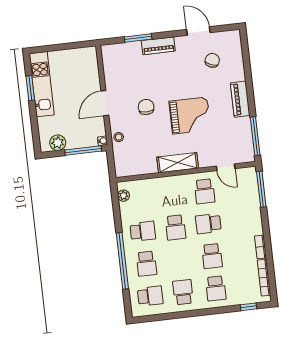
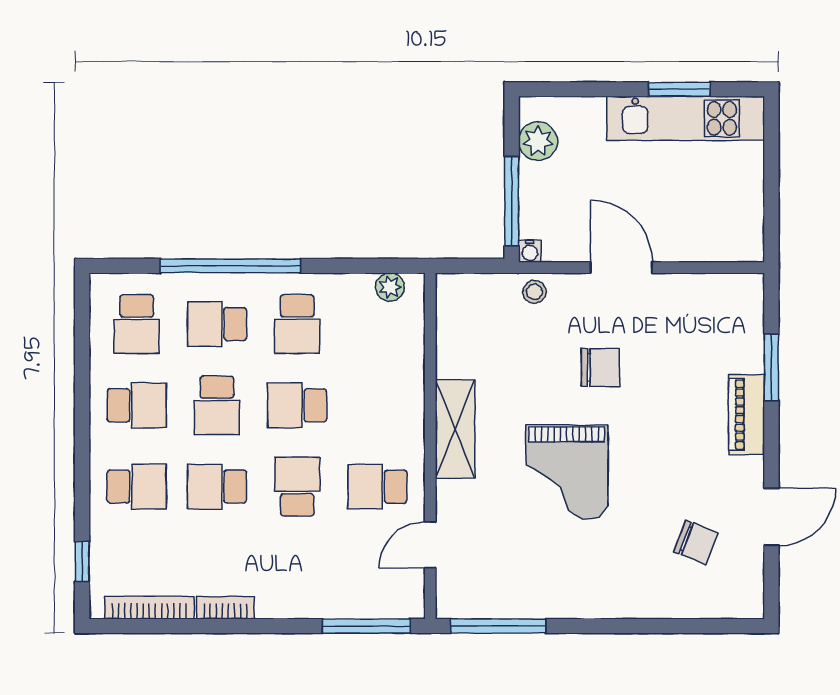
piano: (240, 99) -> (593, 600), removed
school desk: (179, 260) -> (217, 405), added
school desk: (216, 288) -> (137, 487), turned 180

